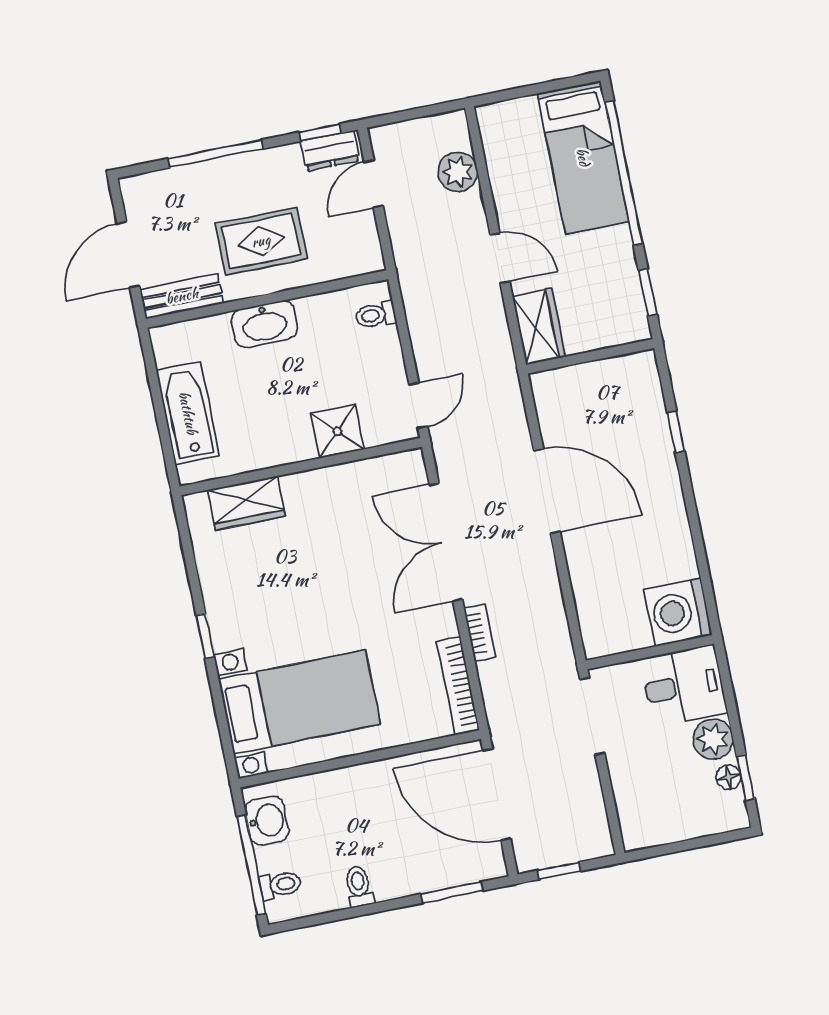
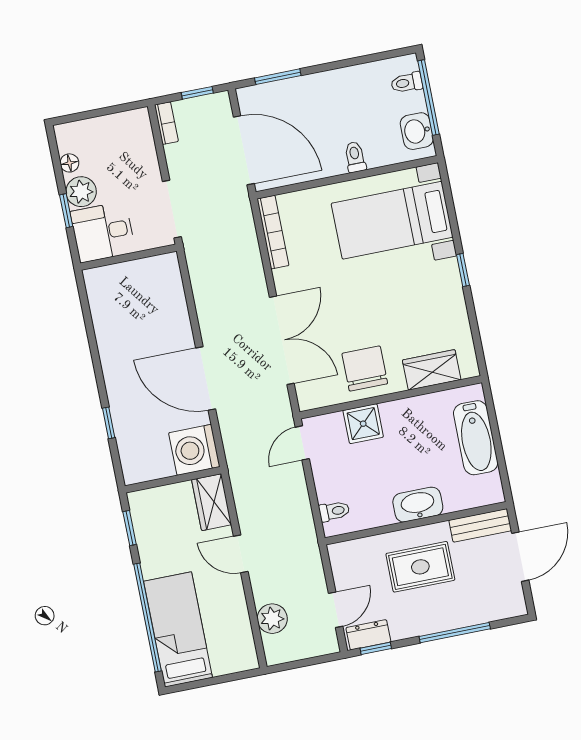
chair: (335, 505) -> (365, 369), added
washing machine: (678, 612) -> (194, 450), moved, turned 180
bookcase: (480, 632) -> (166, 123), moved, turned 180
window: (746, 778) -> (66, 211), moved
toilet: (359, 886) -> (355, 157), moved, turned 180

